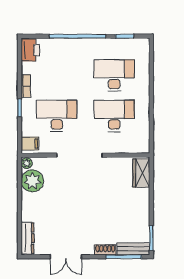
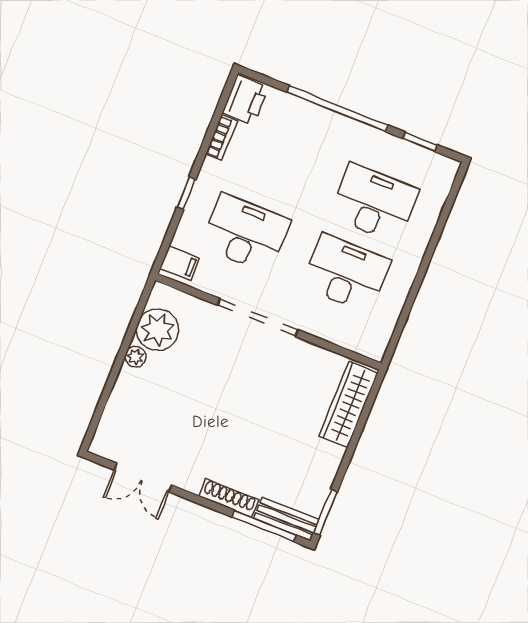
bookcase: (26, 86) -> (221, 138), moved
plant: (27, 163) -> (135, 357), moved
wardrobe: (141, 173) -> (348, 404), width x1.50
dresser: (28, 238) -> (109, 426), removed
shoe rack: (105, 250) -> (229, 498), width x1.43
double door: (66, 257) -> (143, 477), moved

